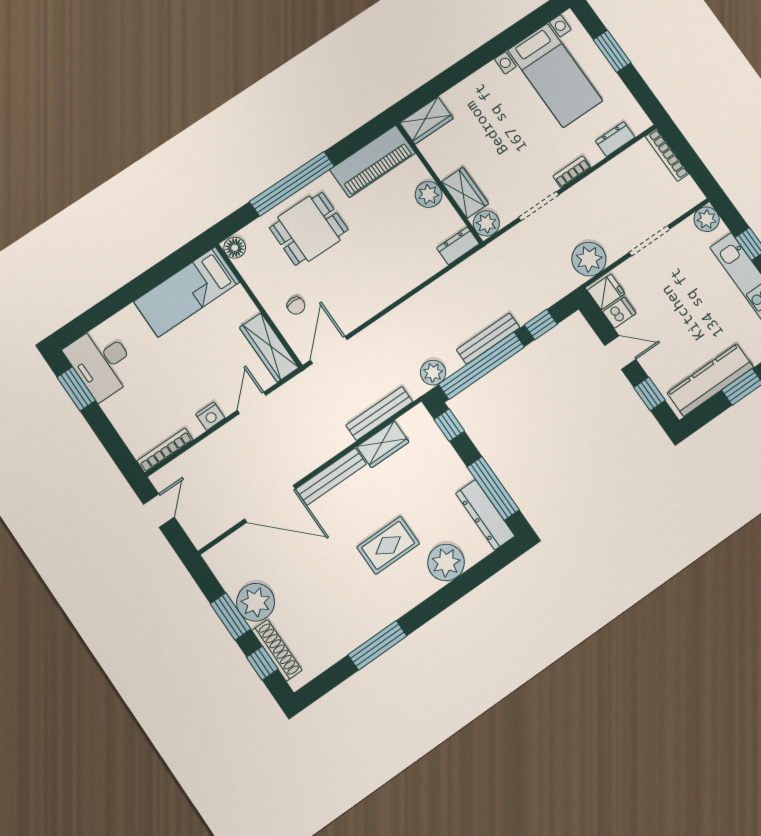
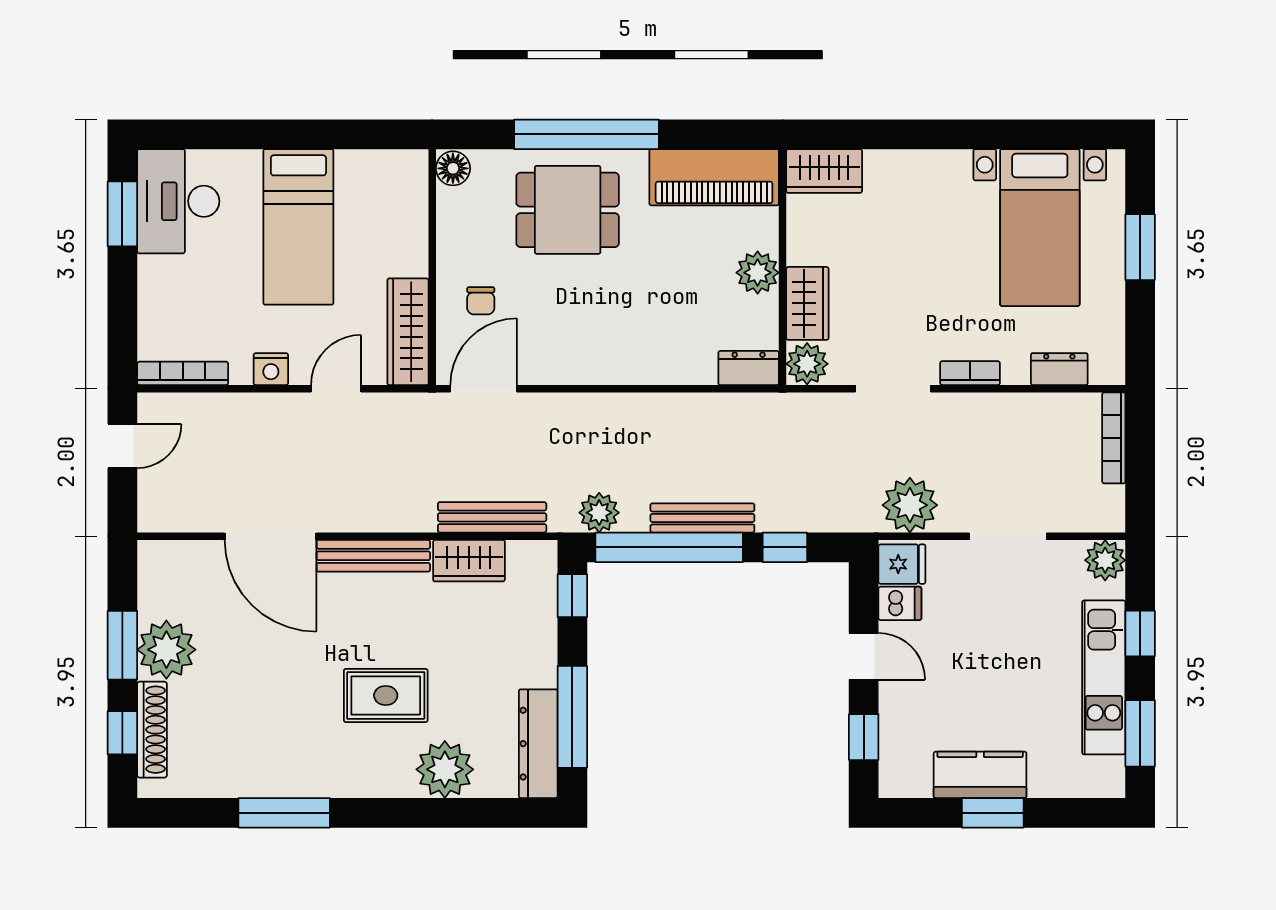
bed: (187, 292) -> (298, 227), moved, turned -90
kitchen counter: (710, 380) -> (980, 775), width x0.67

